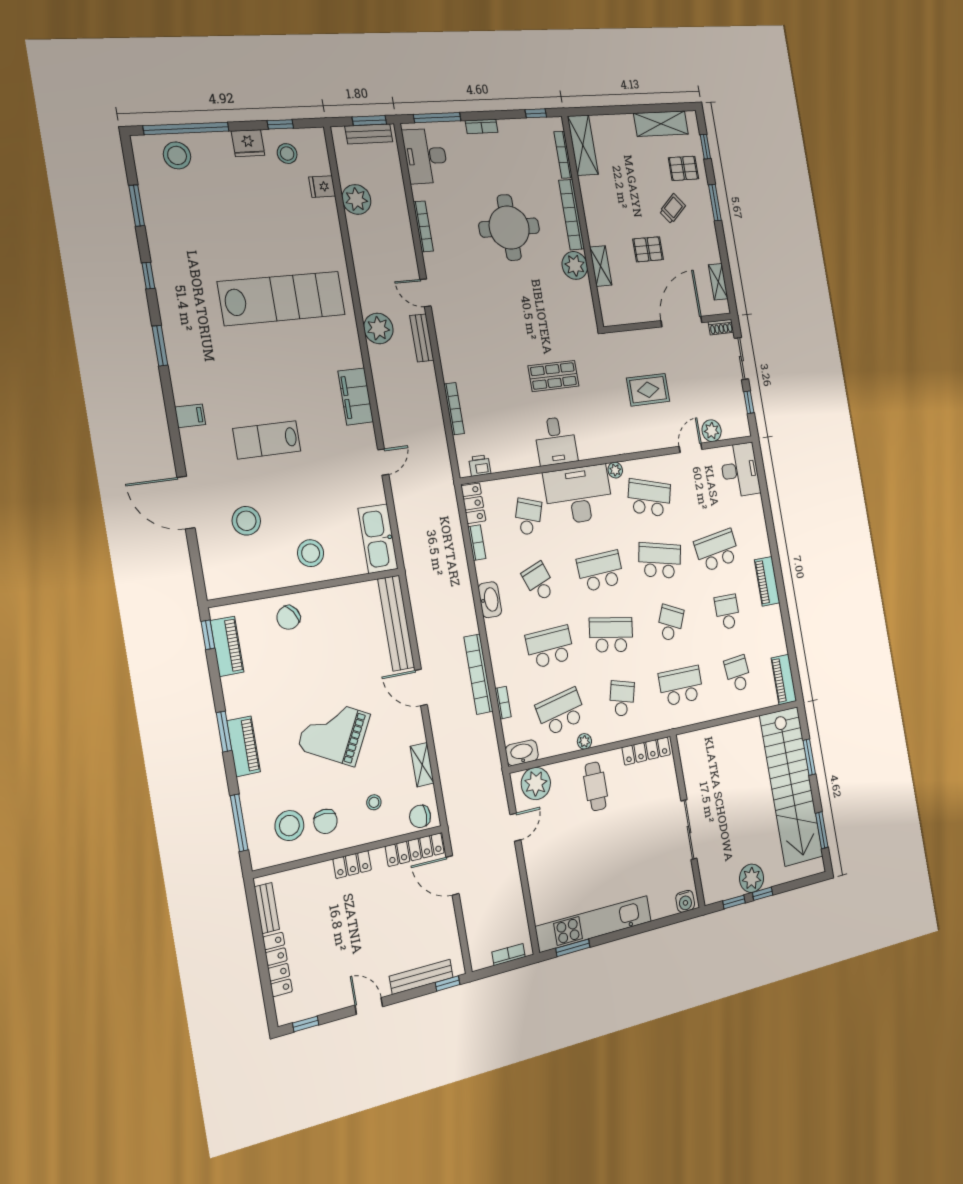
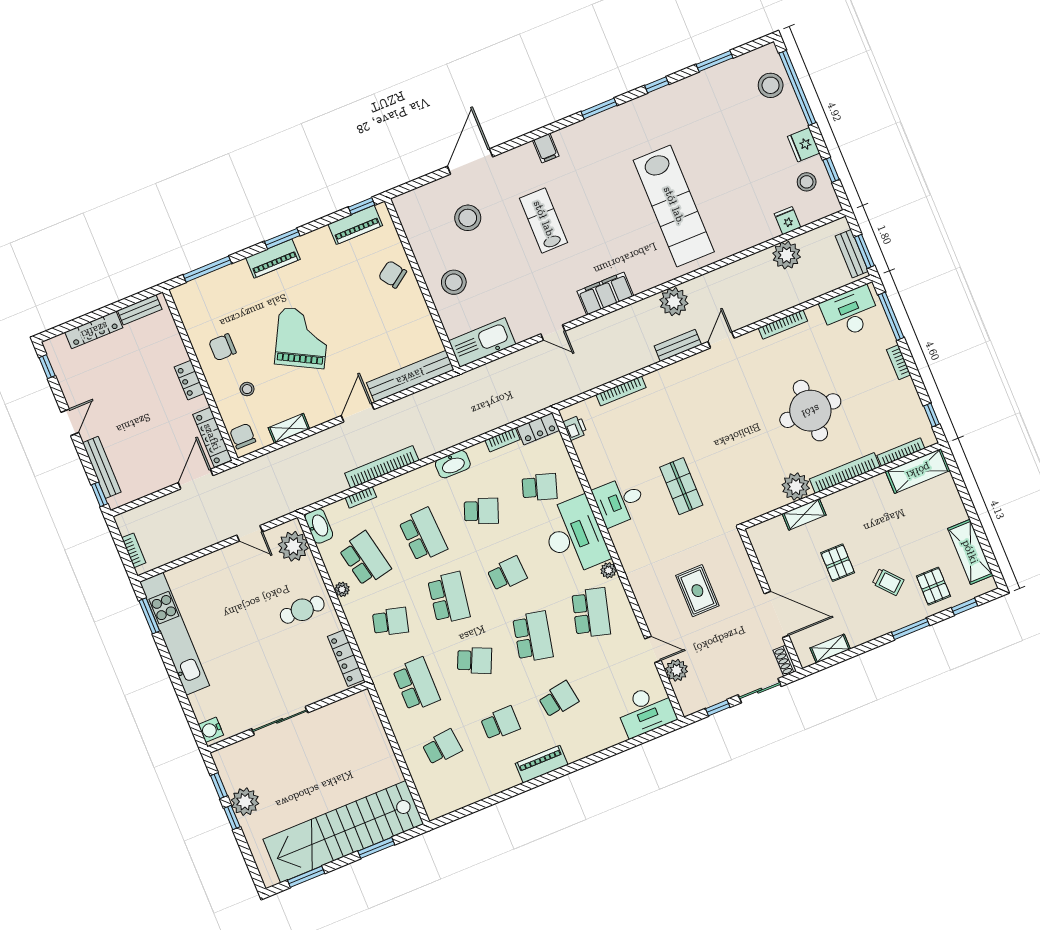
school desk: (717, 550) -> (559, 699), width x0.54
school desk: (600, 571) -> (507, 574), width x0.54
school desk: (539, 582) -> (481, 511), turned 42
piano: (784, 679) -> (448, 803), removed
stool: (289, 826) -> (213, 315), removed

